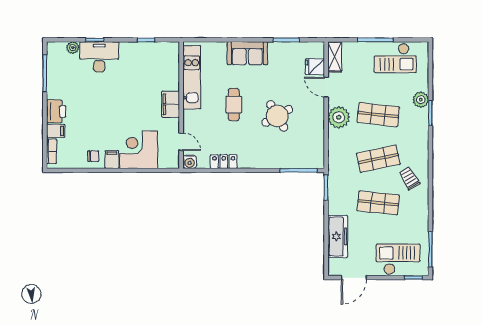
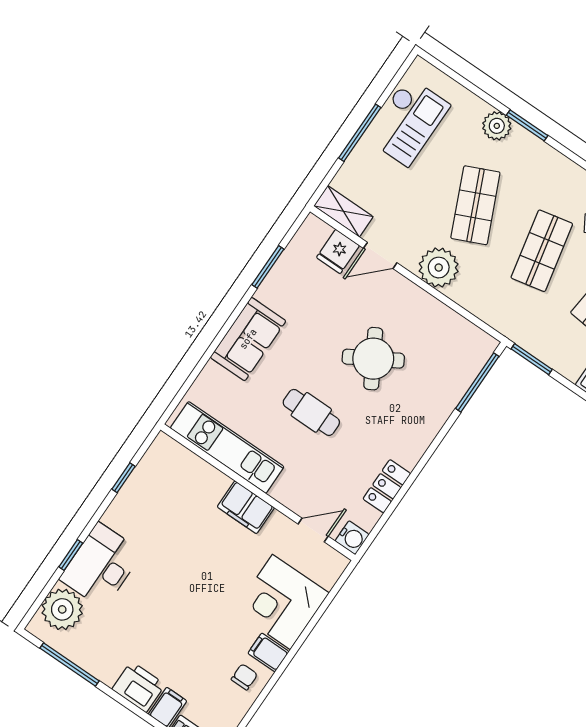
plant: (73, 48) -> (62, 609), width x1.88, depth x1.88
shop shelf: (378, 115) -> (475, 205), turned -30

